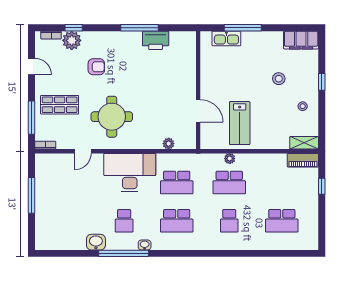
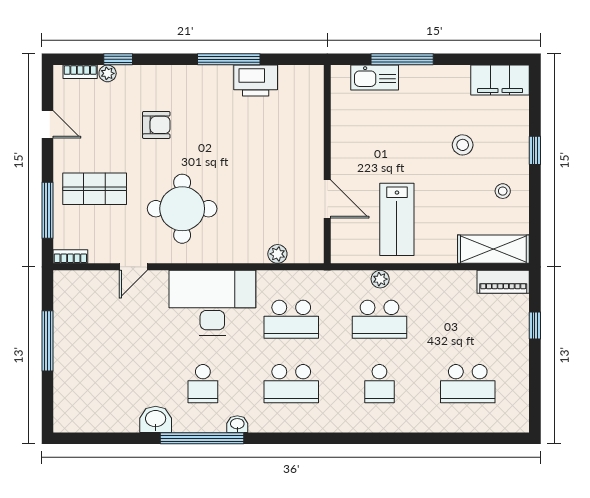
plant: (72, 40) -> (108, 73), width x0.53, depth x0.53
shelving: (304, 143) -> (493, 249), width x1.50, depth x1.33

